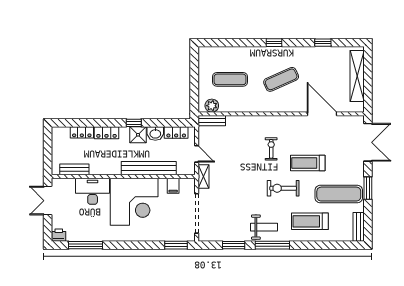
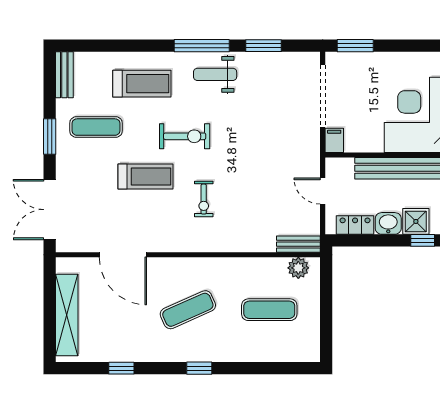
shelving: (203, 176) -> (312, 155), removed
filing cabinet: (173, 186) -> (334, 140), moved
exercise mat: (339, 194) -> (96, 127), width x0.73, depth x0.69

